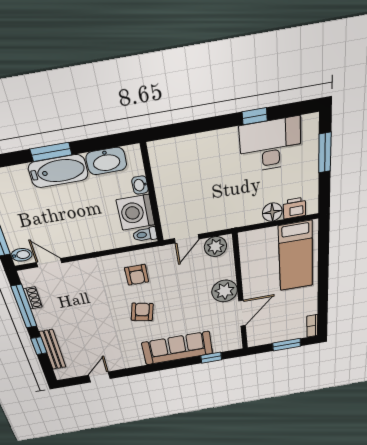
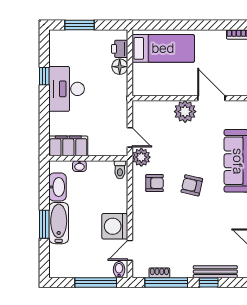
desk: (270, 145) -> (67, 89), moved
filing cabinet: (164, 166) -> (68, 146), added
washing machine: (136, 212) -> (115, 226), moved, turned 90
plant: (215, 247) -> (141, 157), moved

